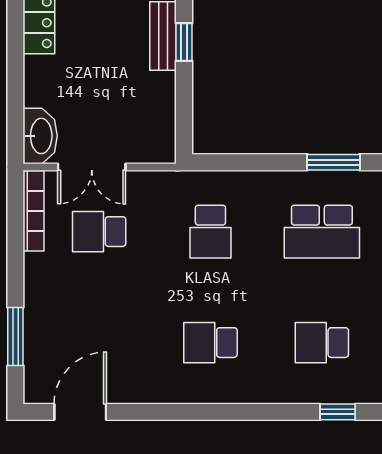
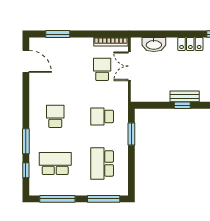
washbasin: (40, 136) -> (154, 44), moved
window: (333, 162) -> (131, 134), moved
school desk: (322, 343) -> (55, 163), width x1.85
window: (269, 412) -> (26, 141), added

